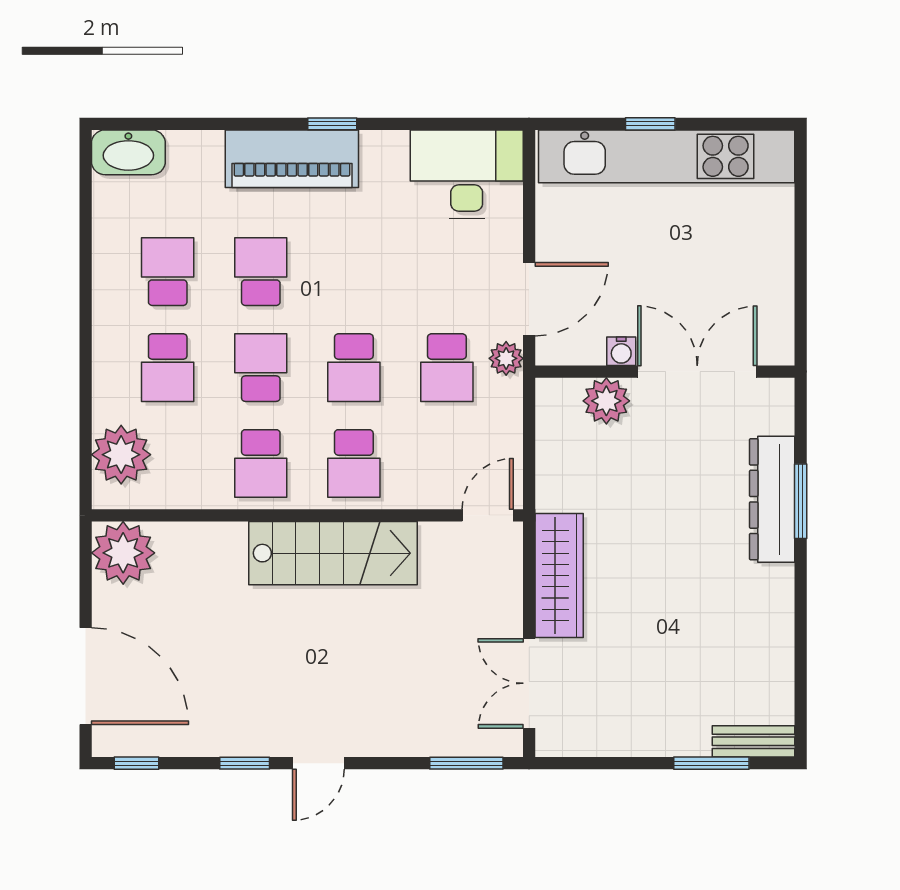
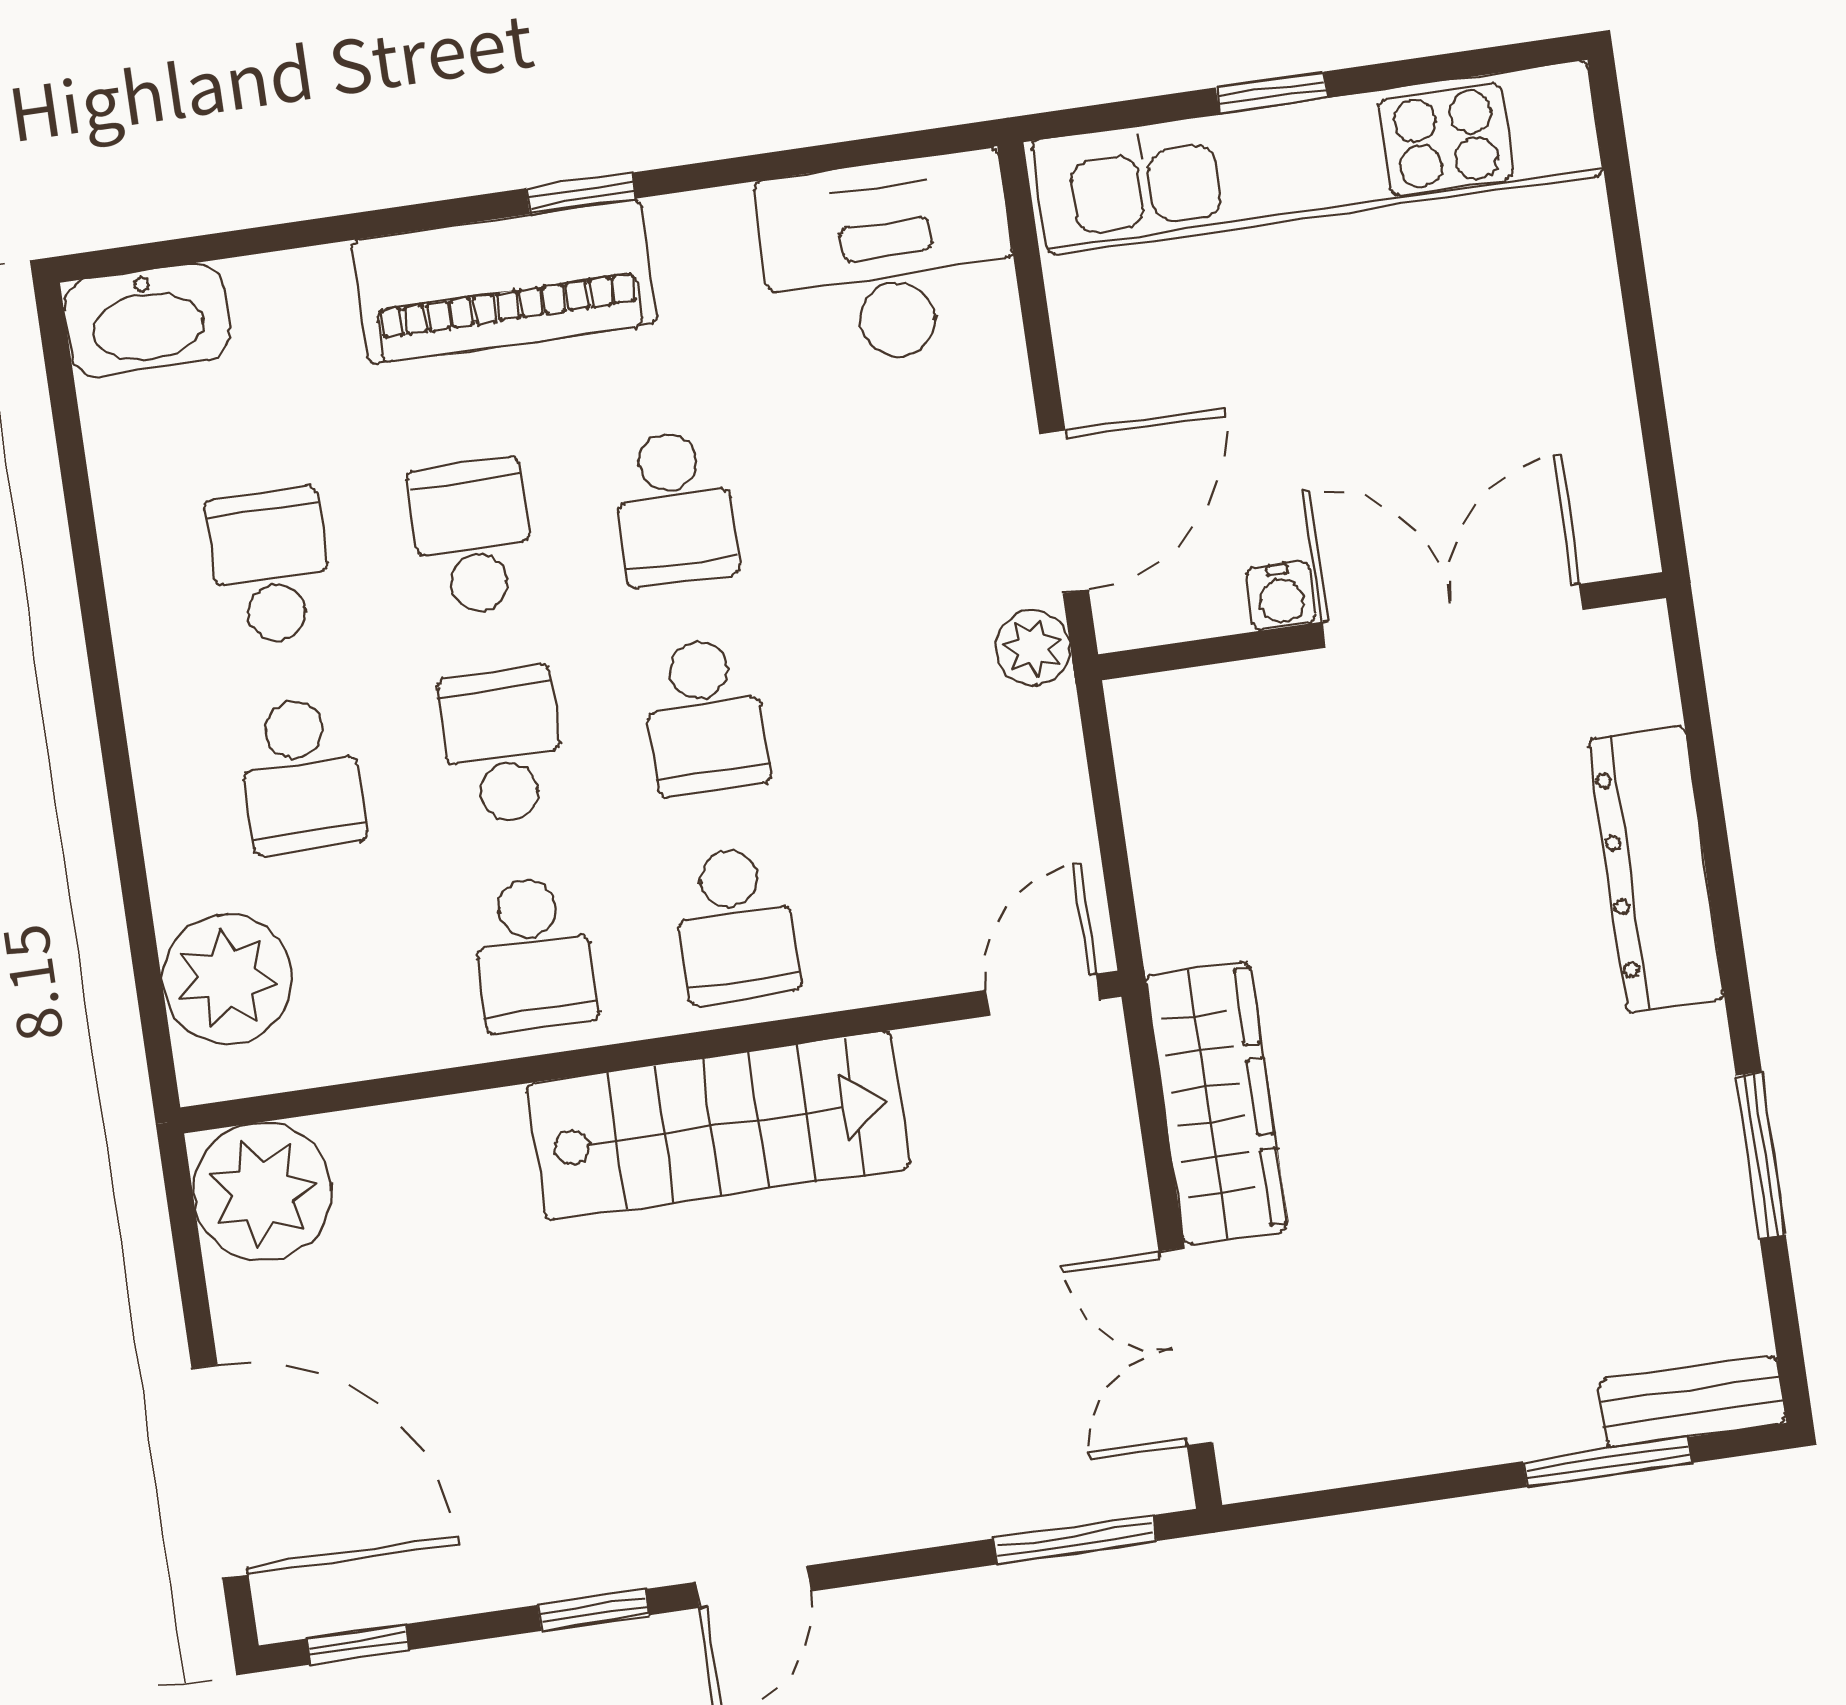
school desk: (447, 368) -> (675, 508), moved
plant: (606, 401) -> (1264, 708), removed
window: (801, 501) -> (1761, 1155), moved

